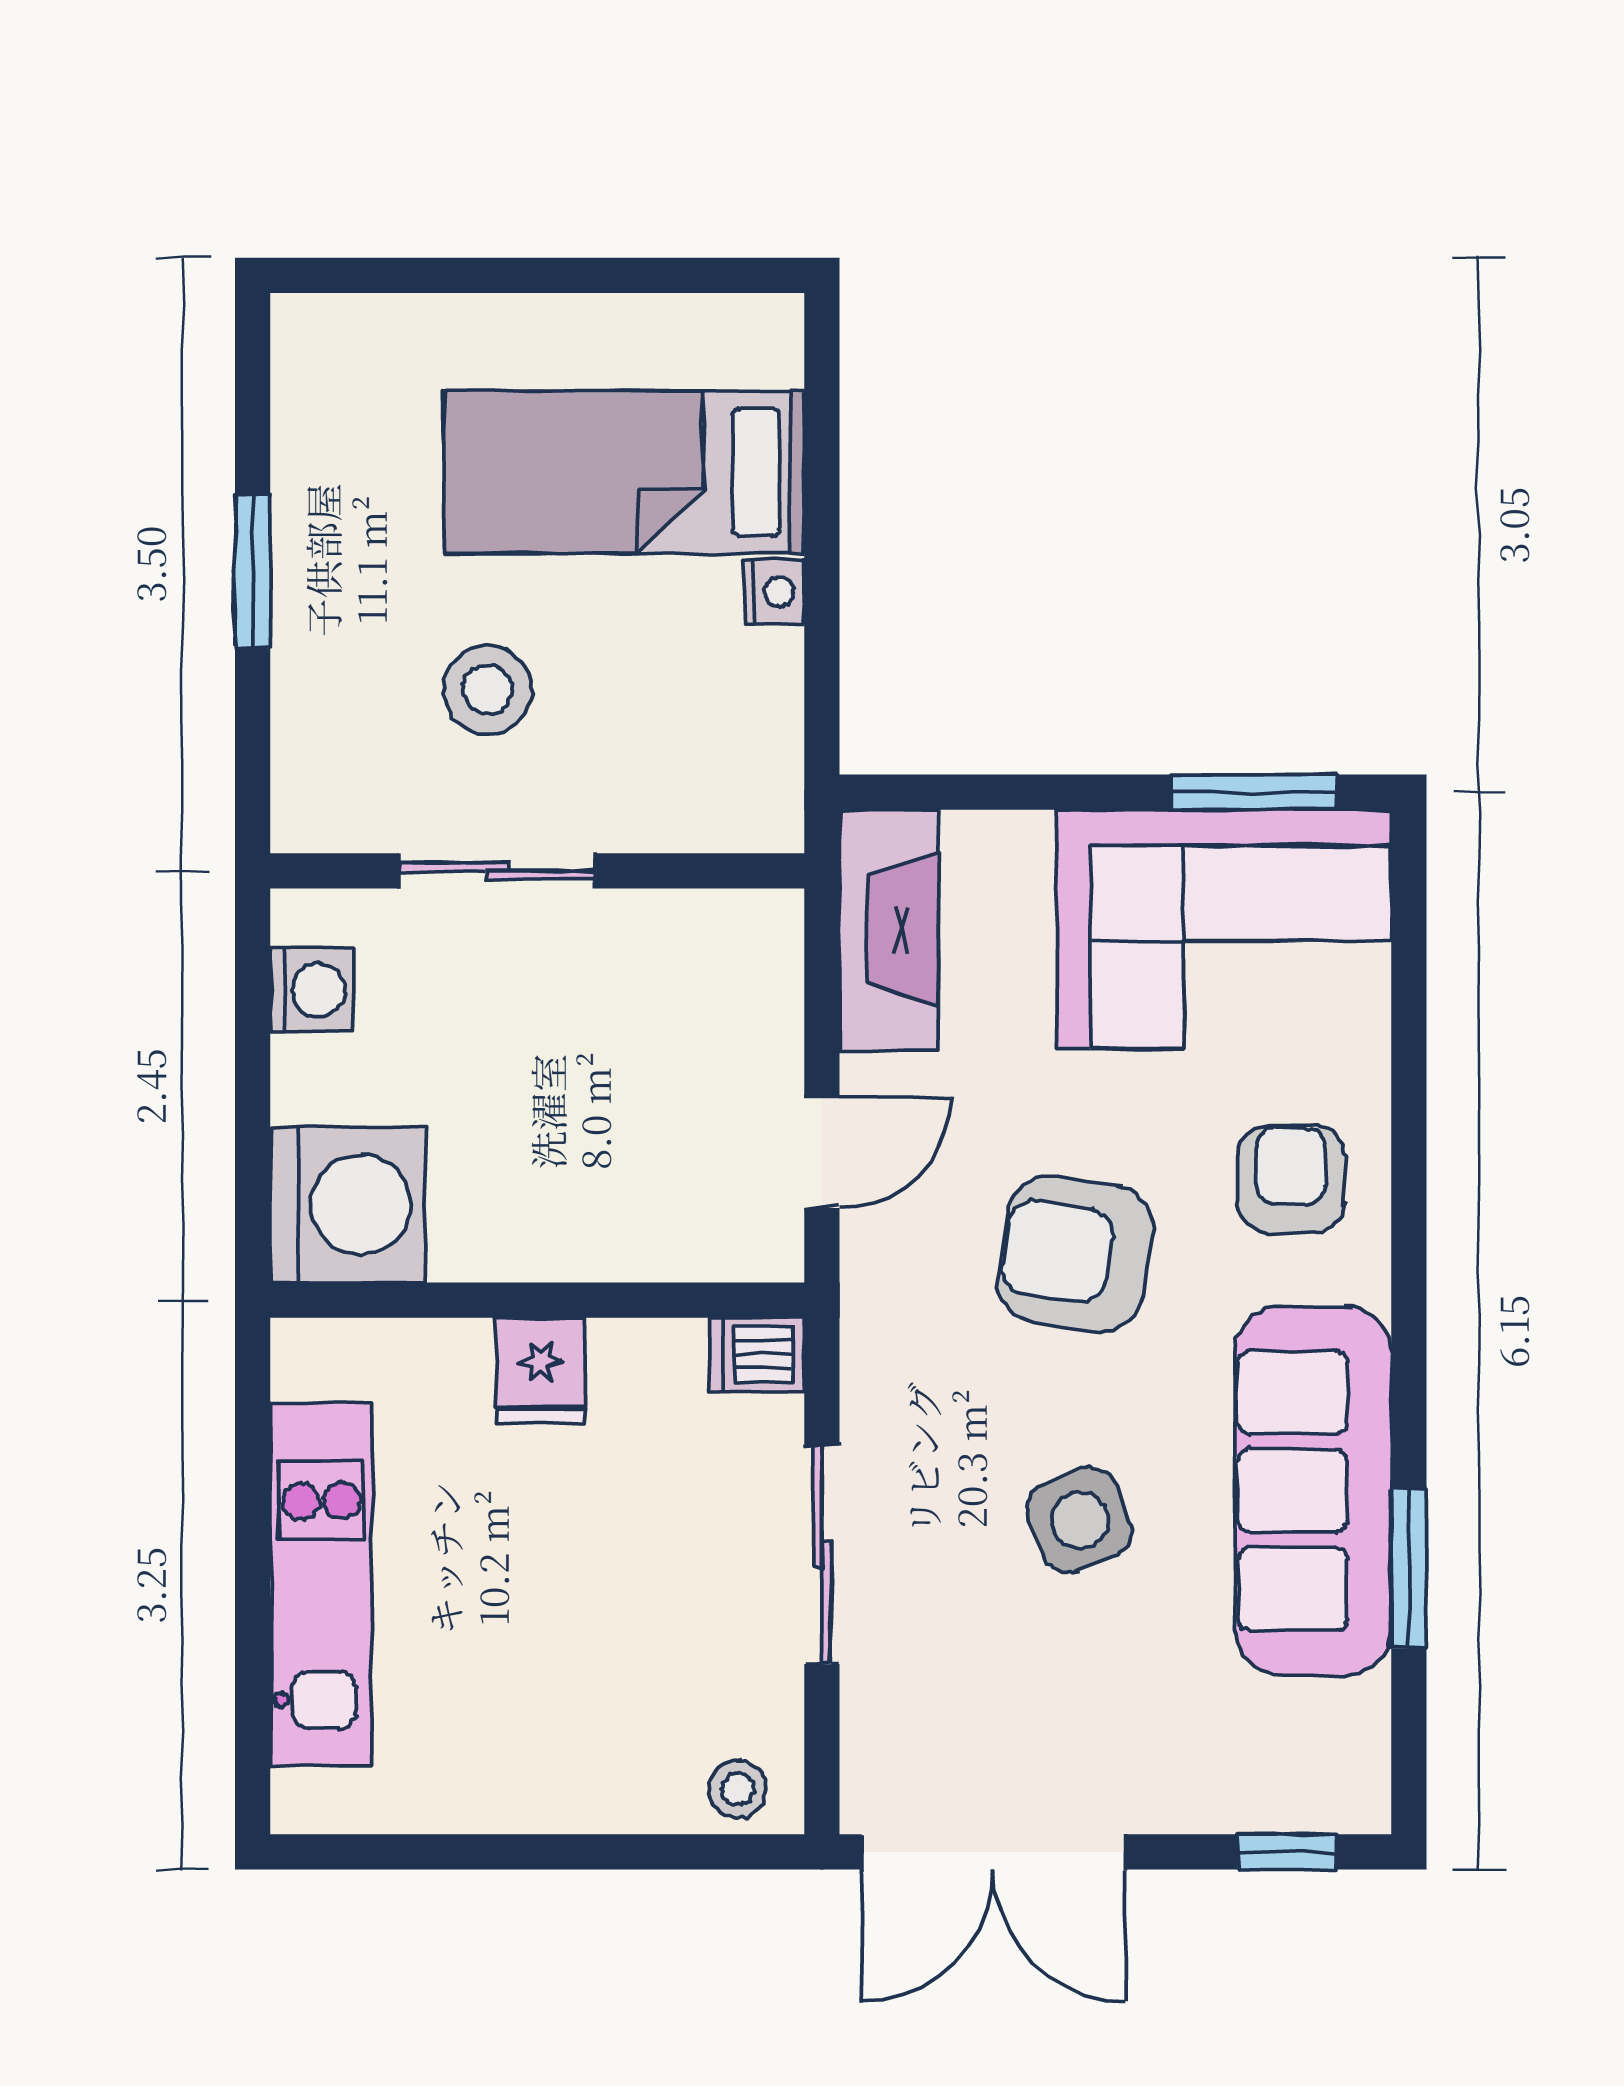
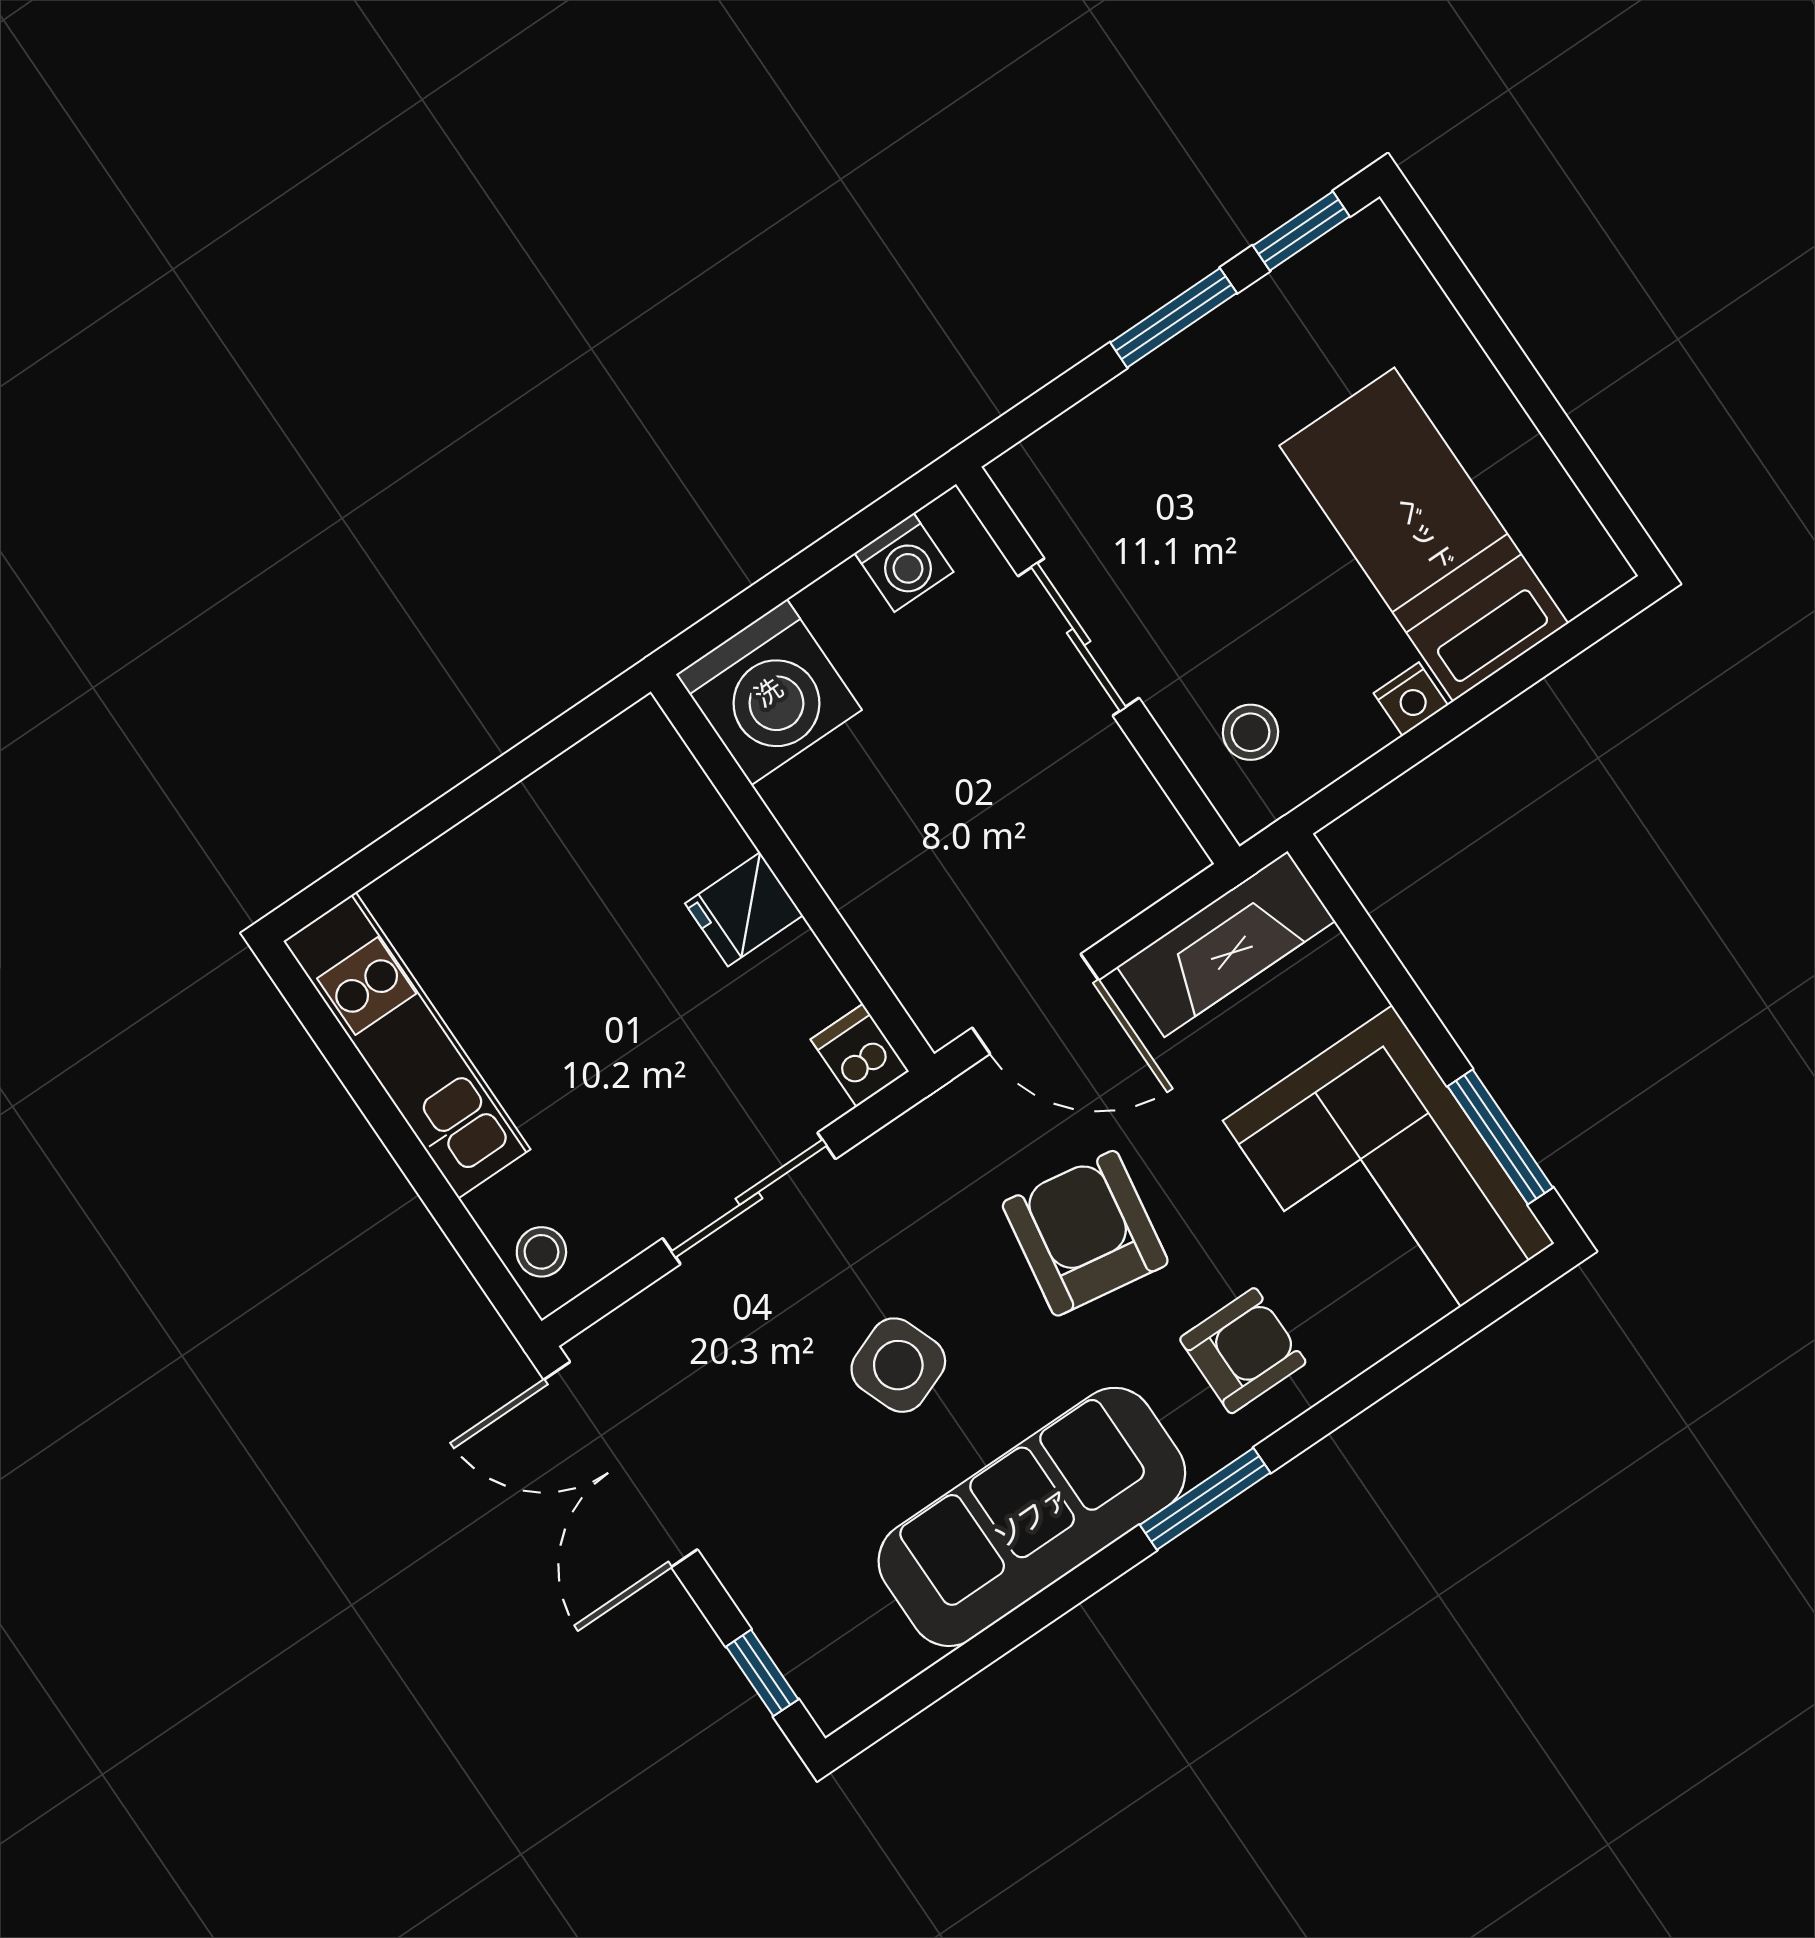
window: (253, 391) -> (1301, 231), added
stool: (488, 690) -> (1251, 732), moved, width x0.73, depth x0.73
door: (822, 1152) -> (1035, 1004), width x1.38
window: (1409, 1568) -> (1205, 1499), moved
kitchen unit: (321, 1584) -> (407, 1045), moved, turned -90

